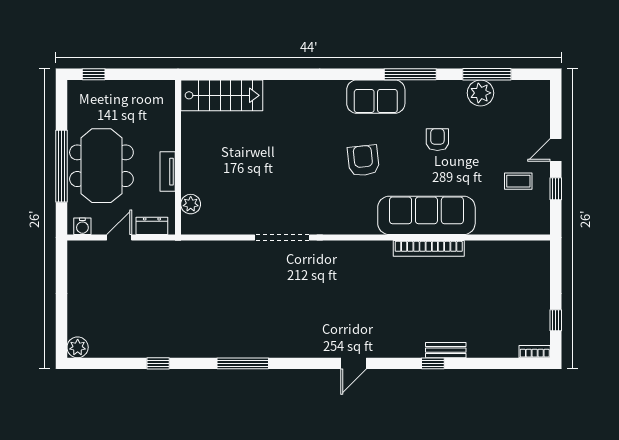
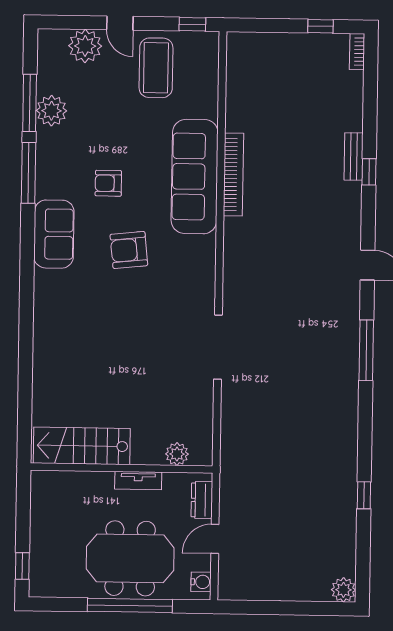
window: (410, 74) -> (28, 173), moved
stairs: (222, 95) -> (82, 446), moved, turned -90
plant: (536, 121) -> (85, 46), added
armchair: (437, 140) -> (108, 183), moved
coffee table: (518, 181) -> (156, 68), width x1.86, depth x1.72
window: (556, 189) -> (192, 24), moved
door: (119, 237) -> (215, 539), hinge flipped
window: (243, 363) -> (366, 350), moved

